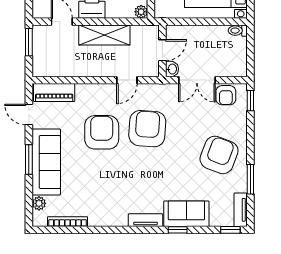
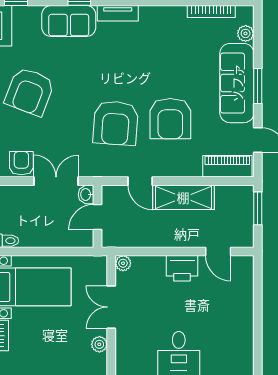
shelving: (104, 35) -> (183, 197), moved
window: (29, 42) -> (258, 208), moved
door: (127, 80) -> (140, 181), swing flipped

